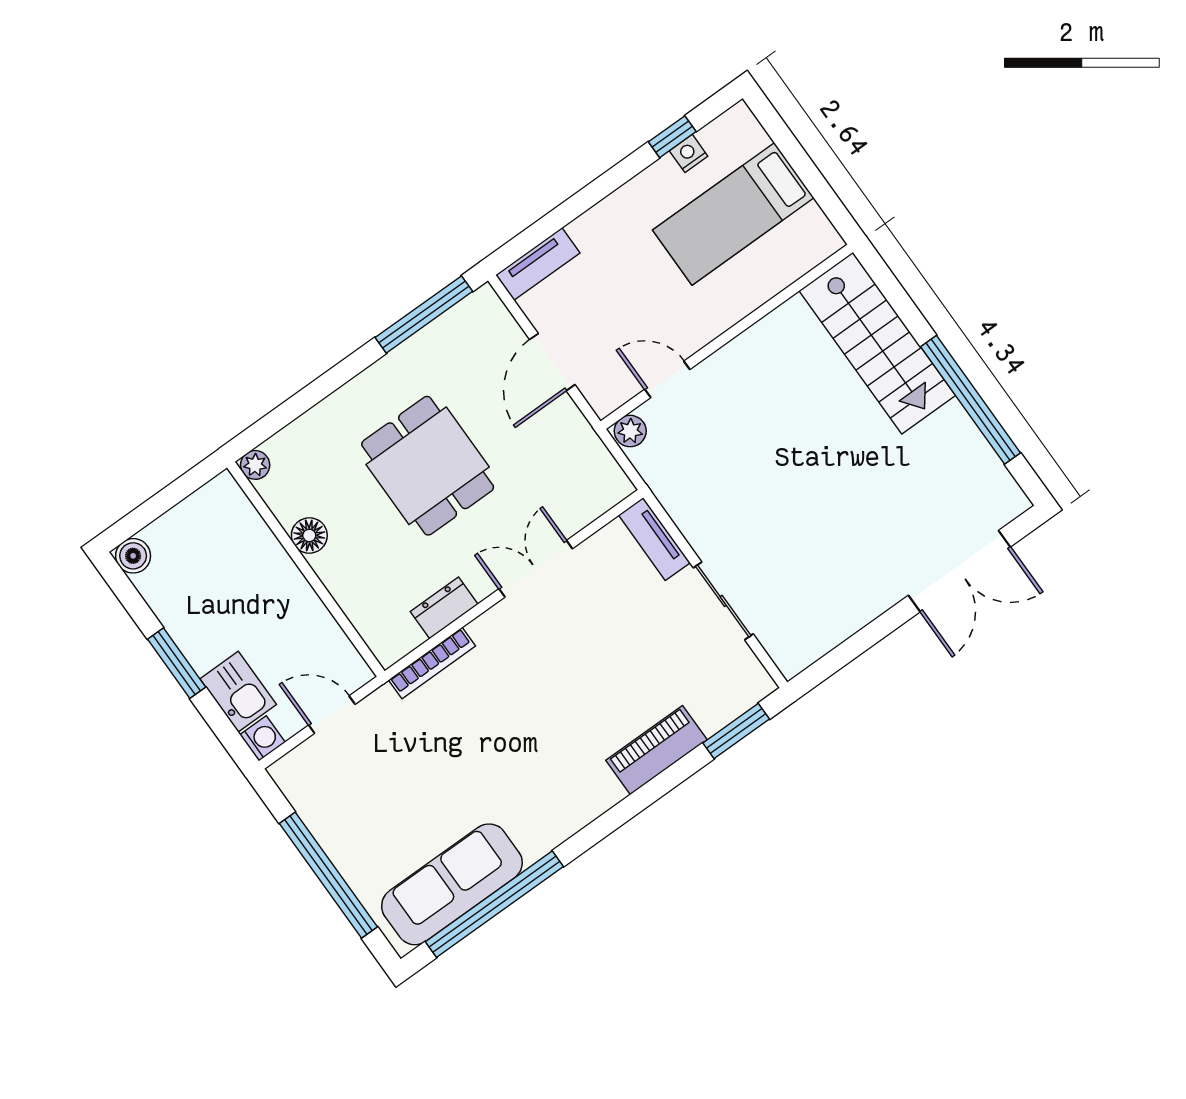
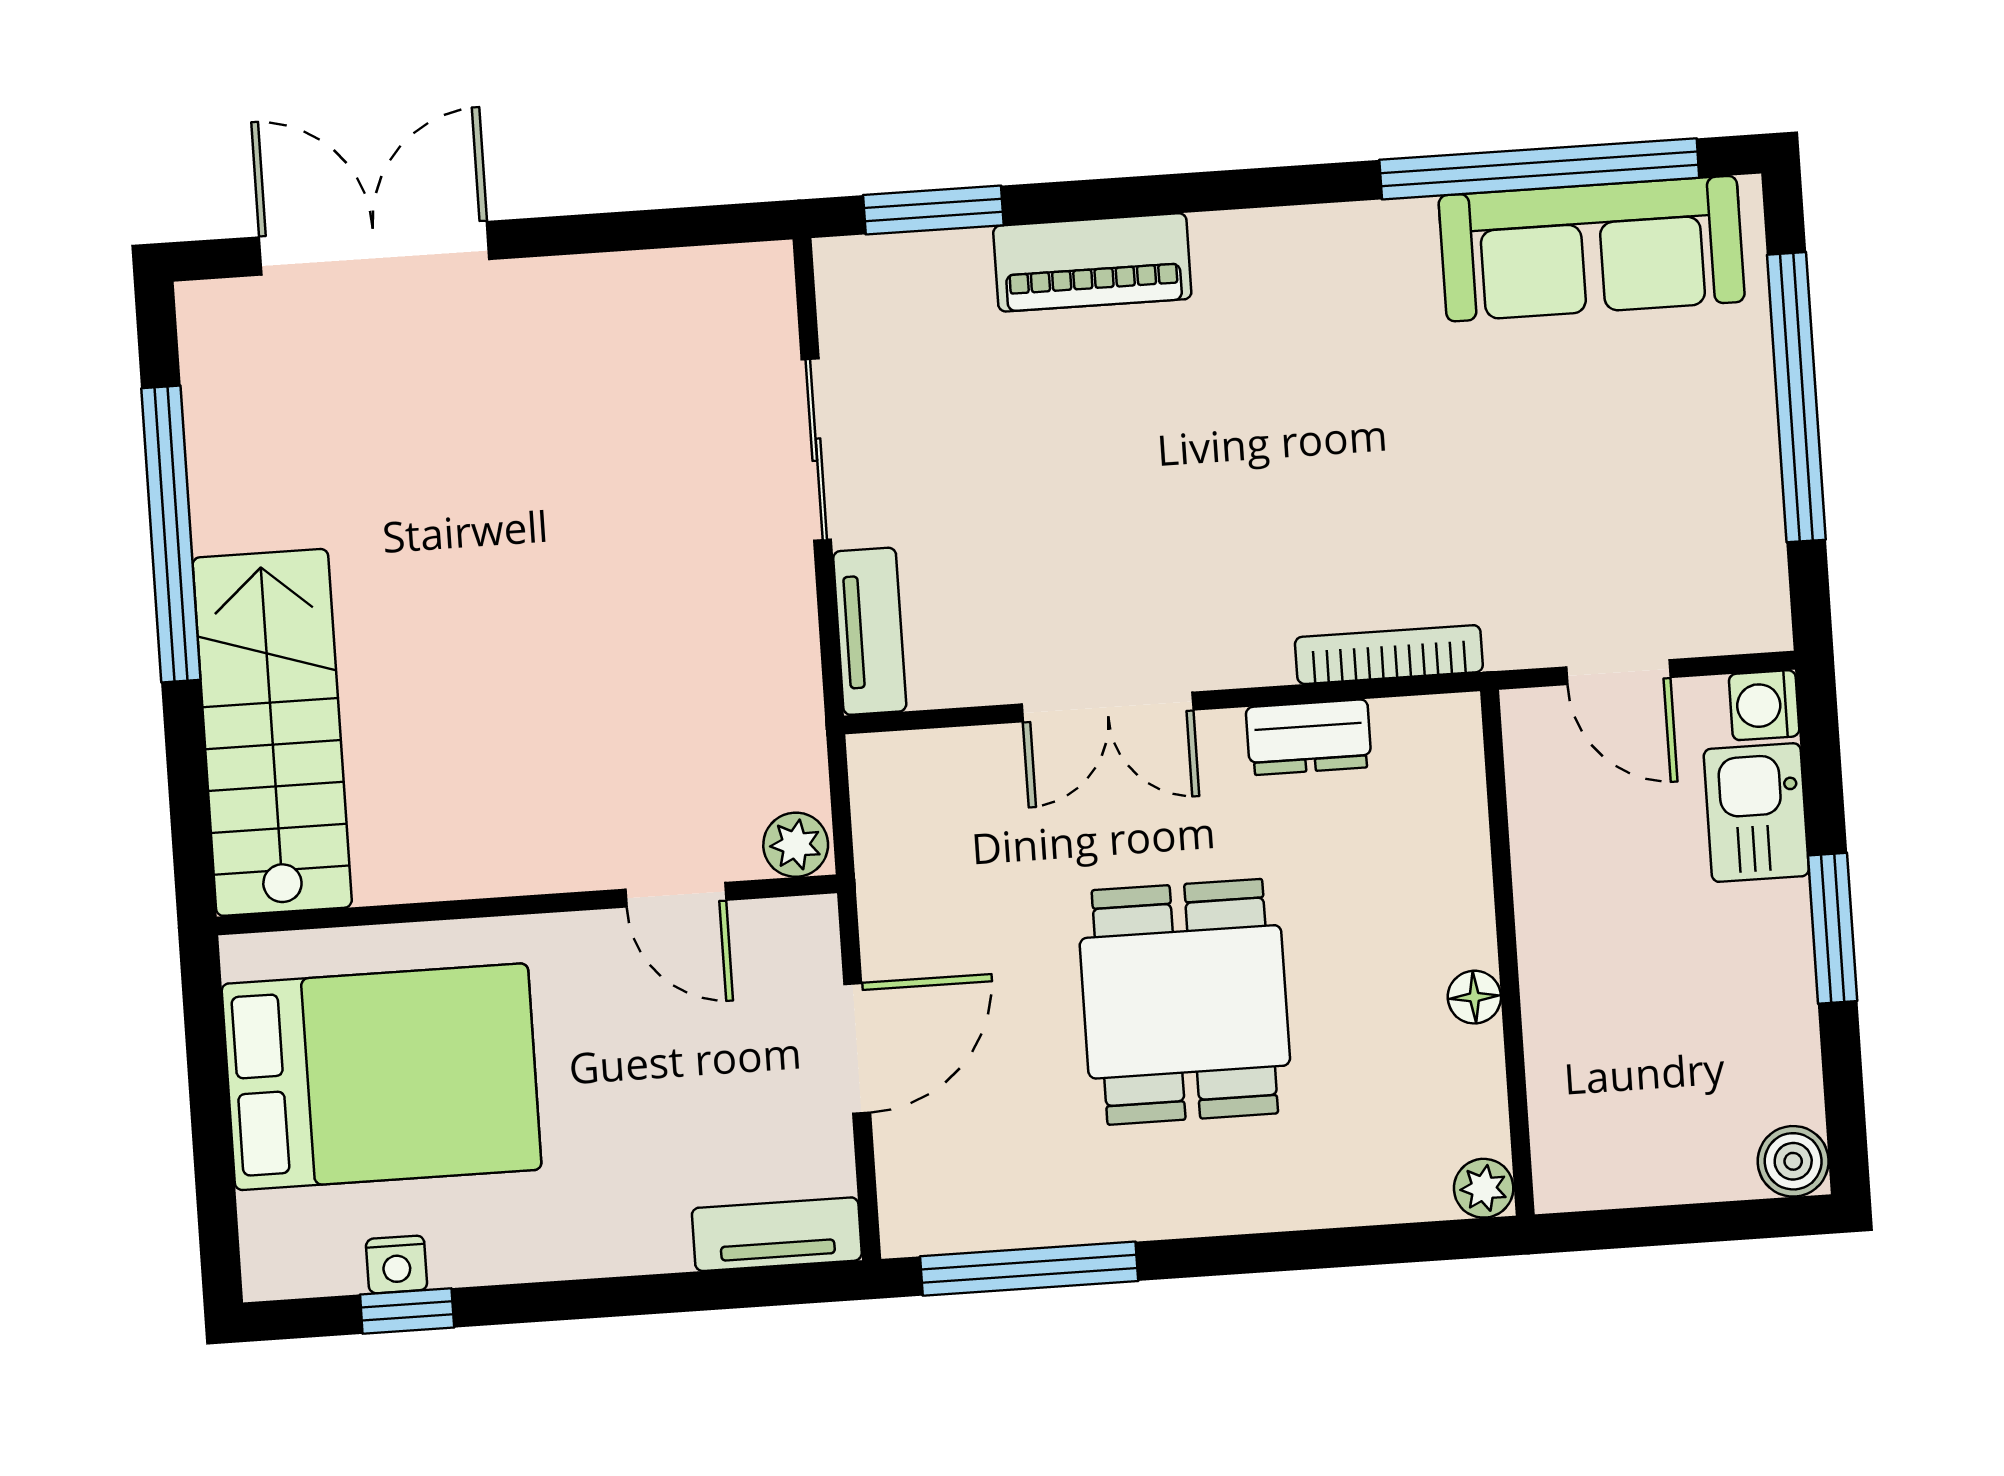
bed: (733, 214) -> (381, 1077), width x1.50
floor lamp: (309, 535) -> (1474, 997), width x0.73, depth x0.73

